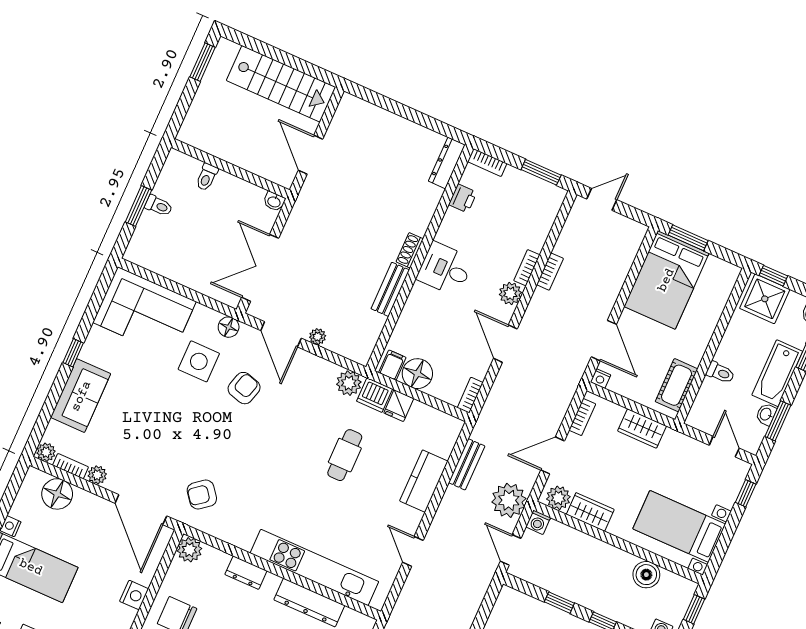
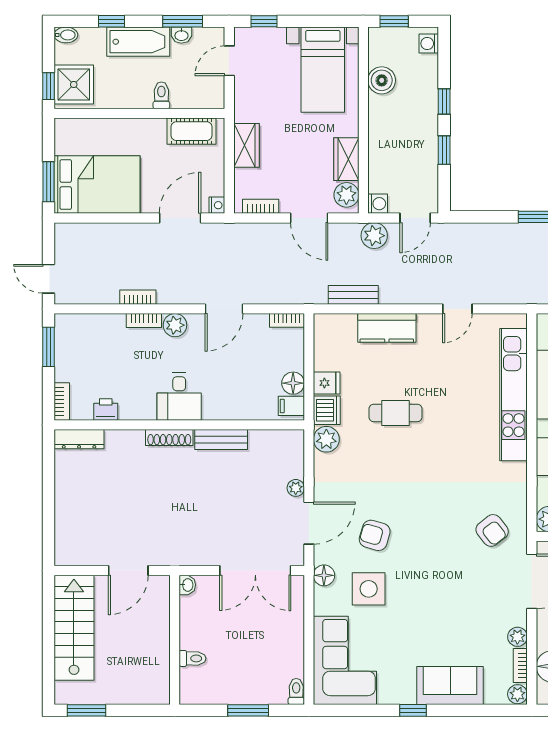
toilet: (159, 206) -> (296, 691), moved
shoe rack: (410, 250) -> (169, 438), width x1.43
floor lamp: (417, 374) -> (293, 383), width x0.73, depth x0.73
plant: (509, 500) -> (374, 236), width x0.73, depth x0.73

